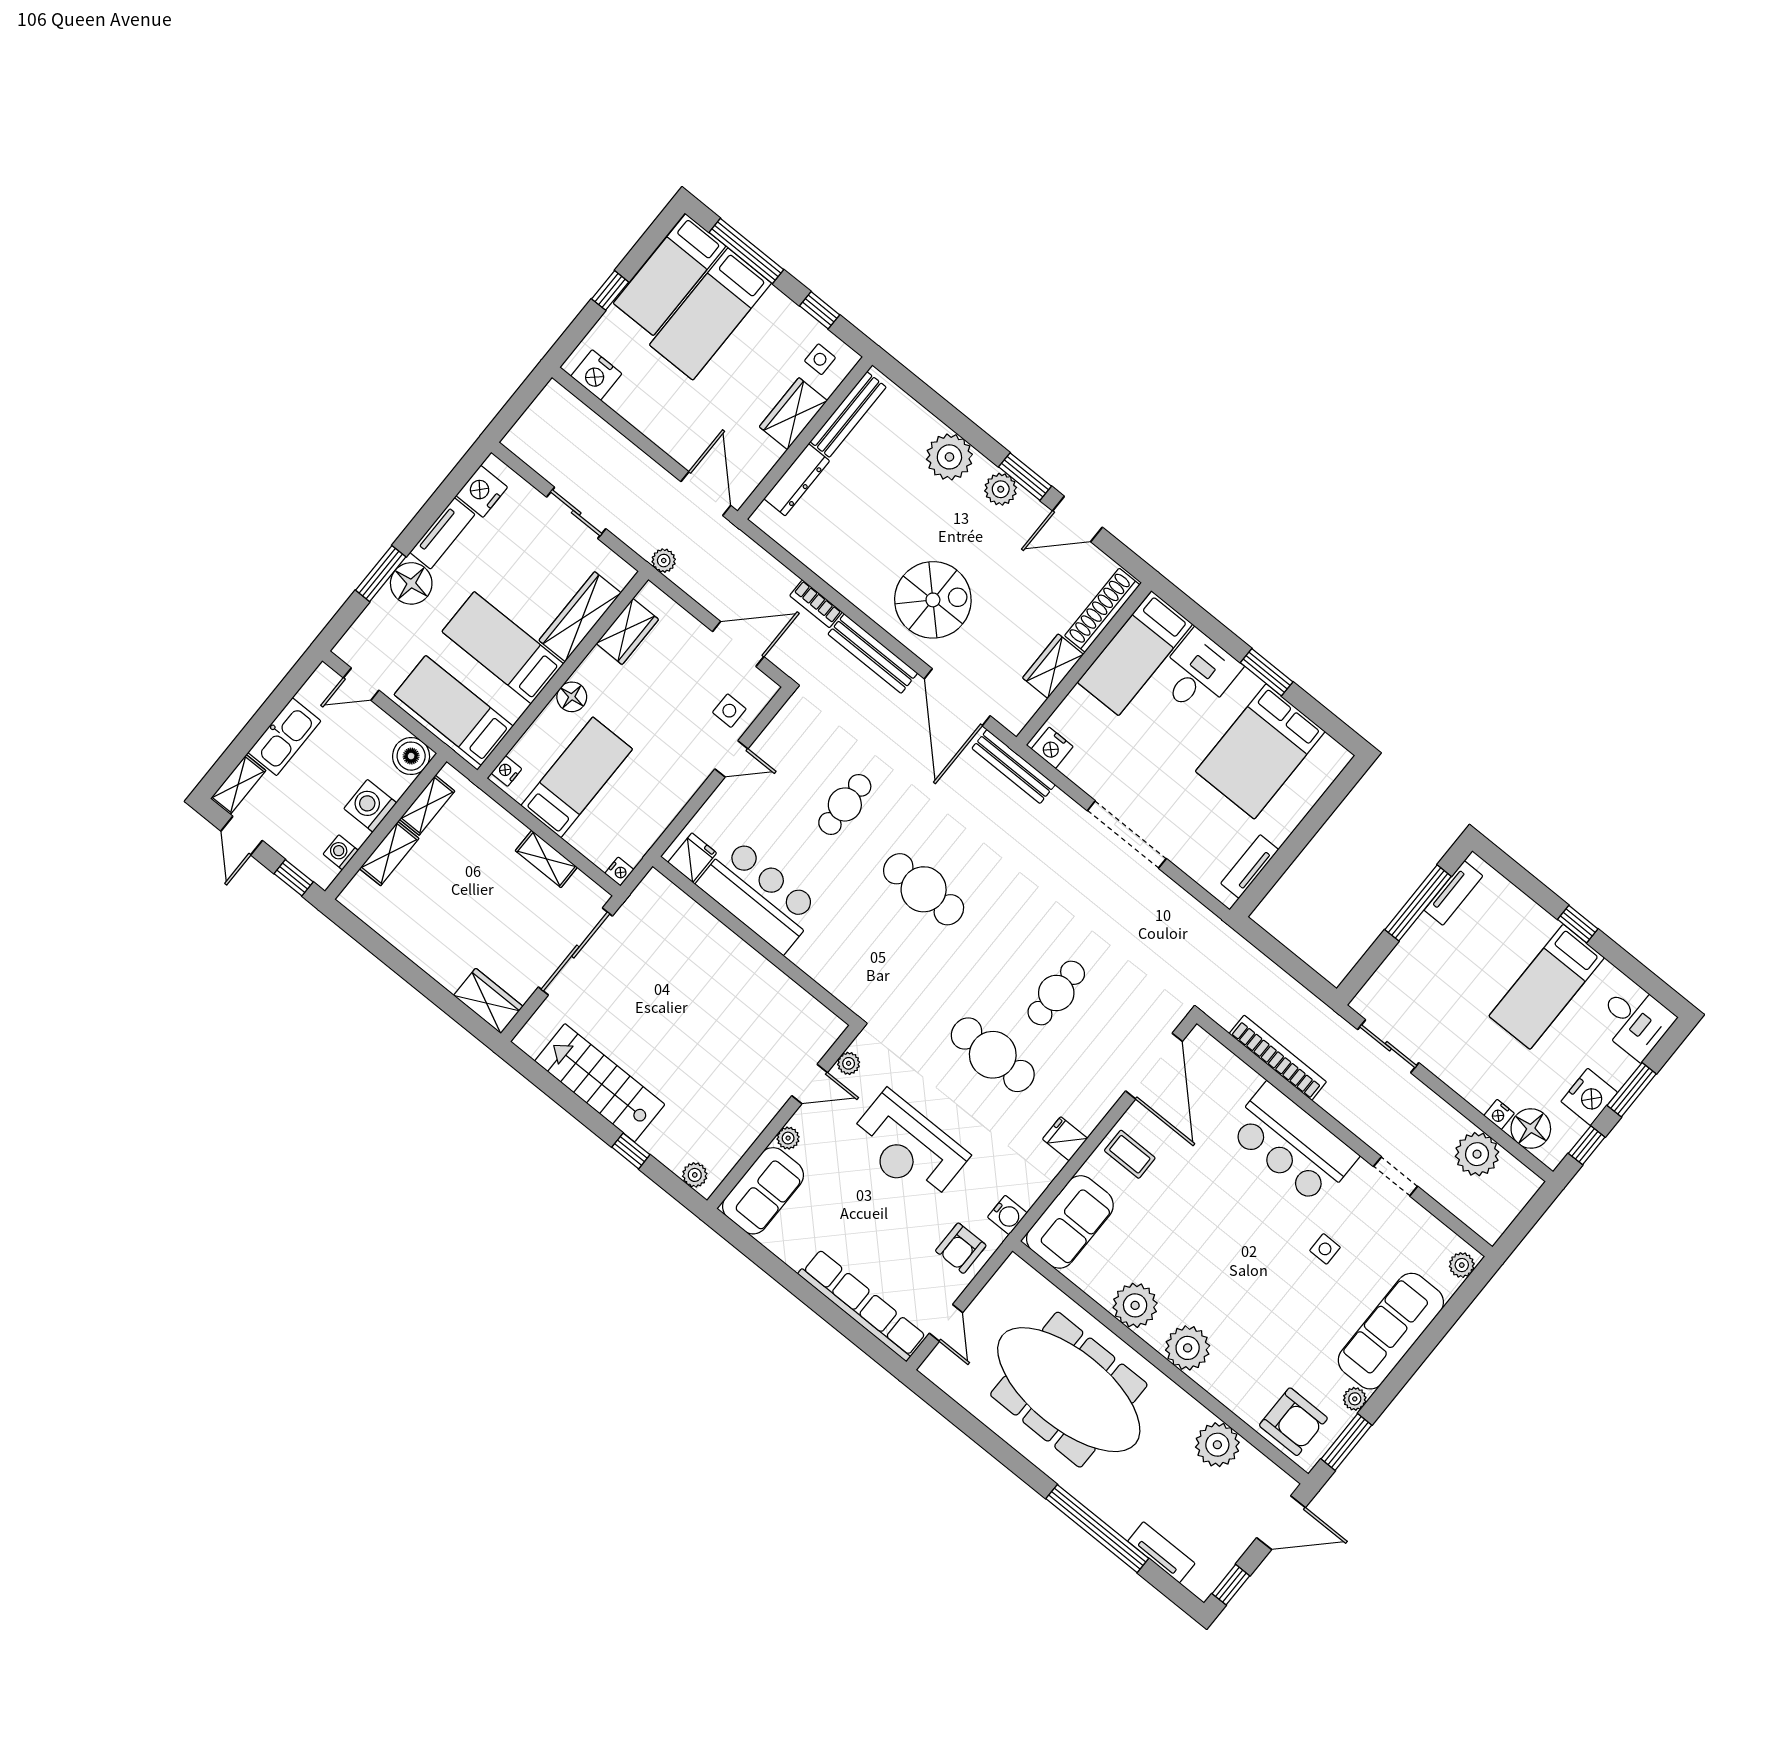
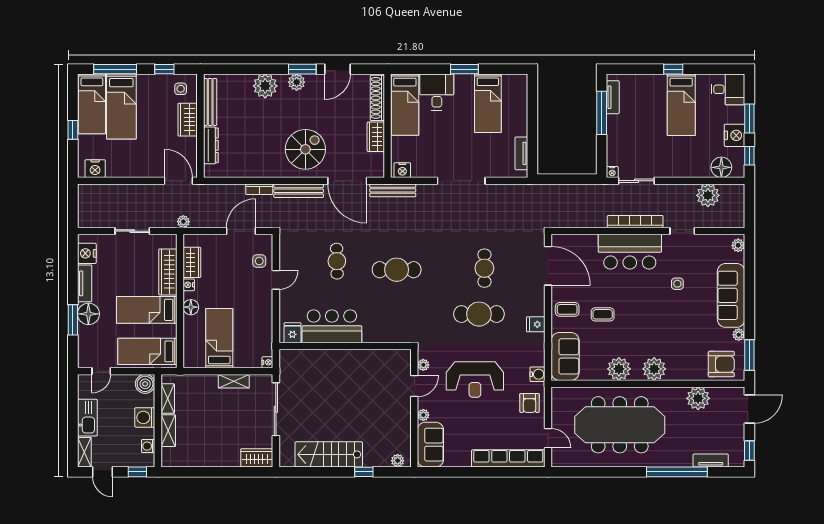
bed: (1260, 751) -> (488, 103), width x0.67
nightstand: (506, 771) -> (189, 285), moved
bookcase: (1278, 1058) -> (635, 222), moved
nightstand: (1499, 1114) -> (612, 172), moved
coffee table: (1177, 1204) -> (603, 314), added

